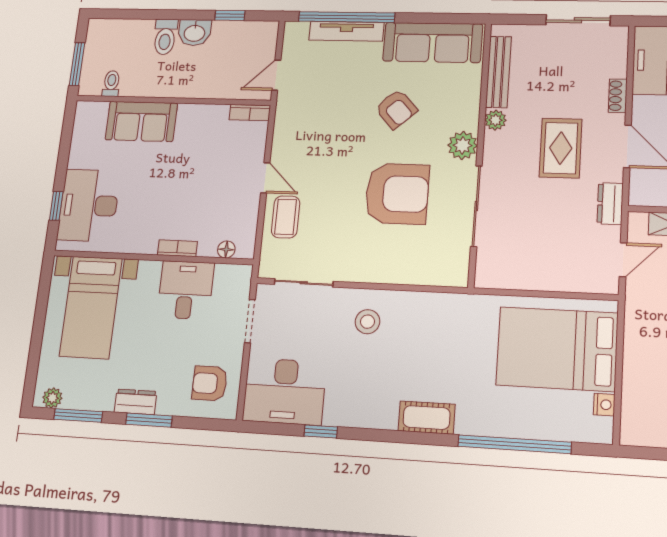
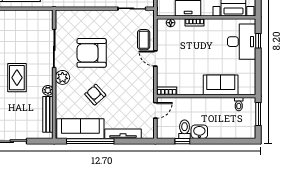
window: (347, 17) -> (90, 141), moved
toilet: (165, 37) -> (185, 129), moved

